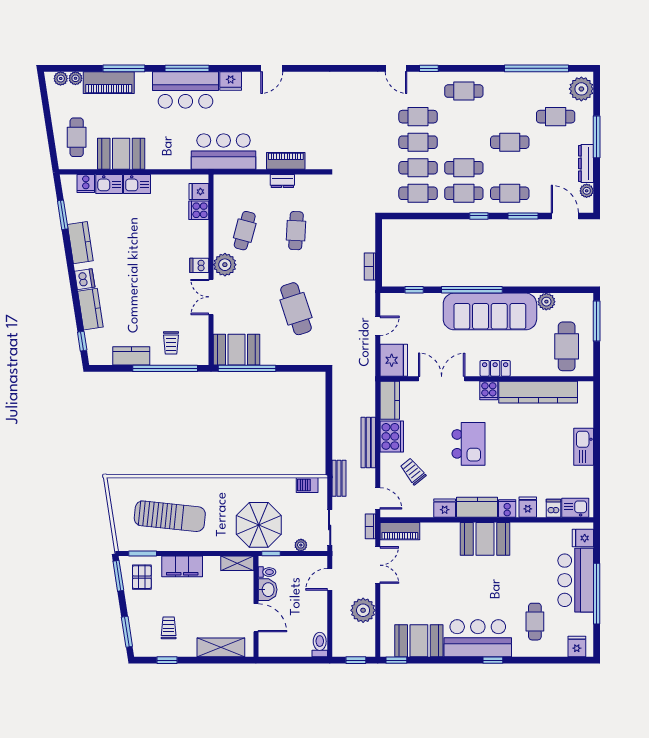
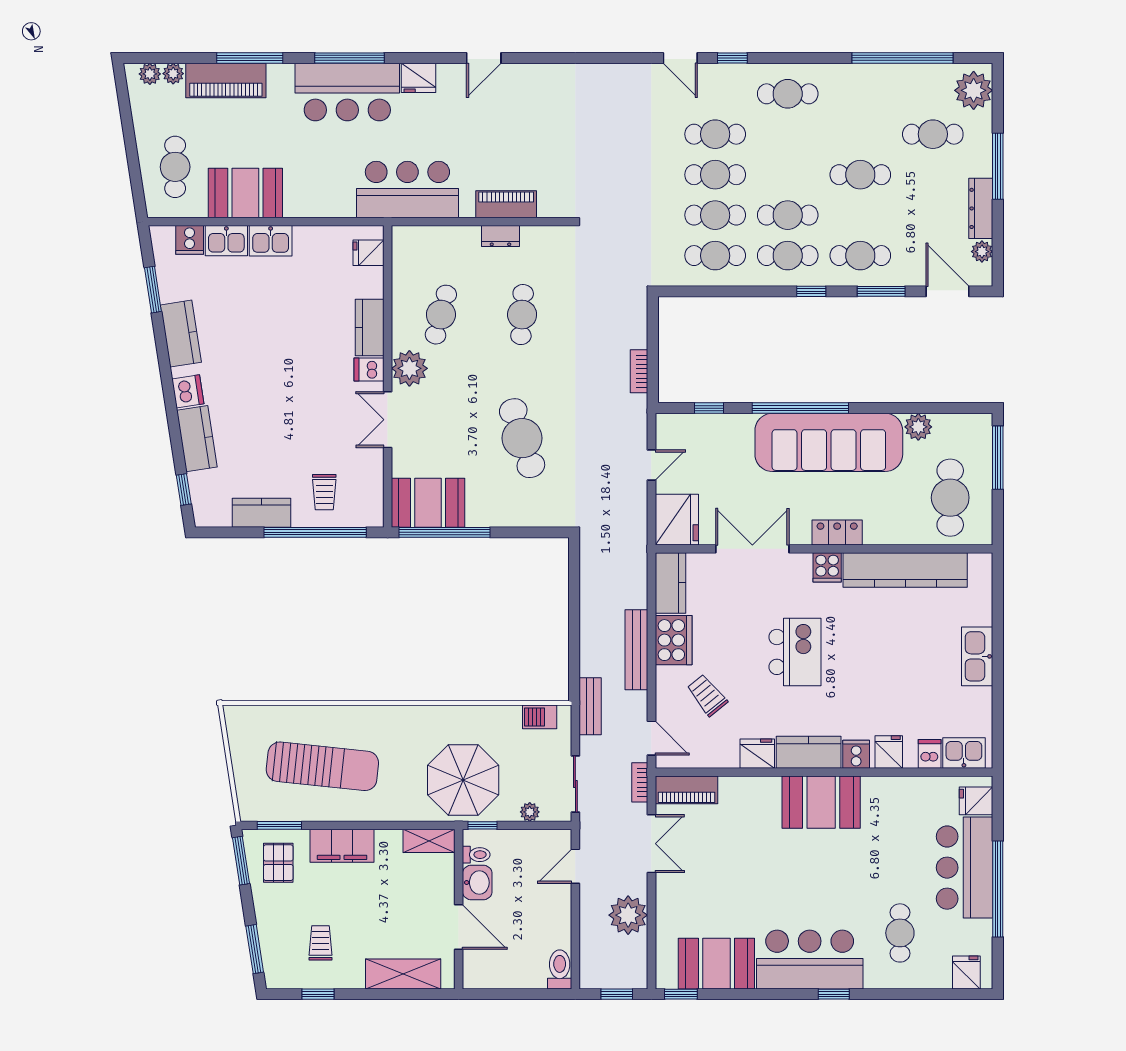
cooker: (199, 210) -> (368, 282), removed
kitchen counter: (200, 239) -> (370, 328), added

